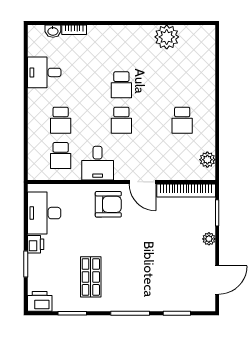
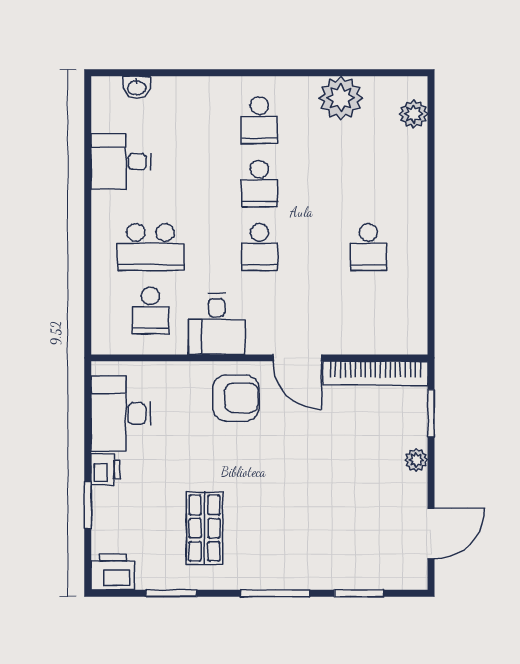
bookcase: (74, 30) -> (175, 85), removed
school desk: (121, 49) -> (259, 120), added
school desk: (61, 120) -> (150, 247), width x1.85
plant: (207, 160) -> (414, 114), moved

